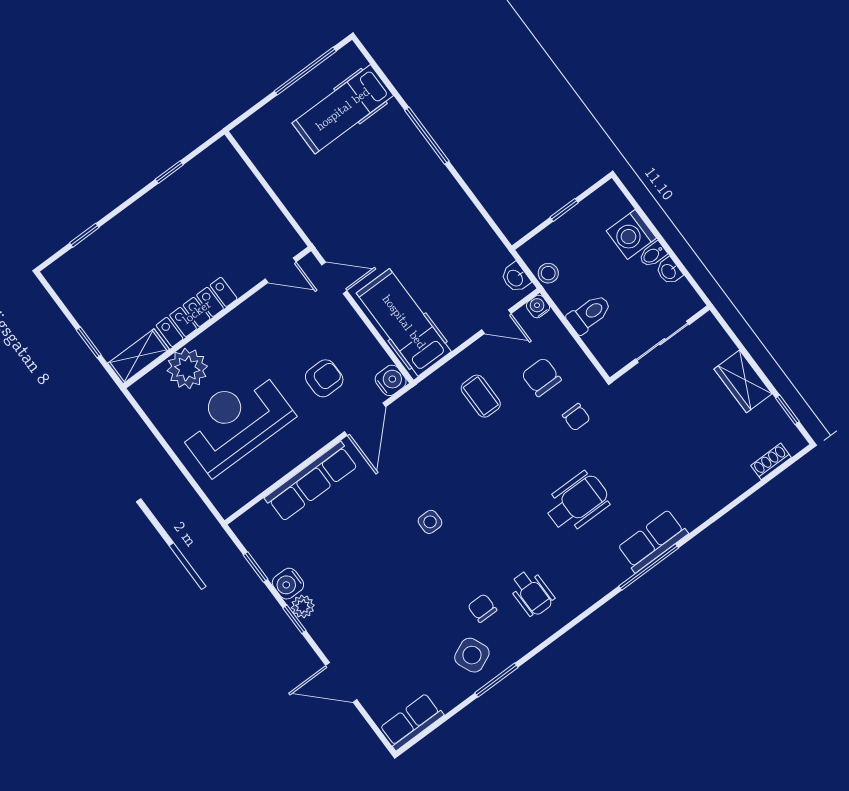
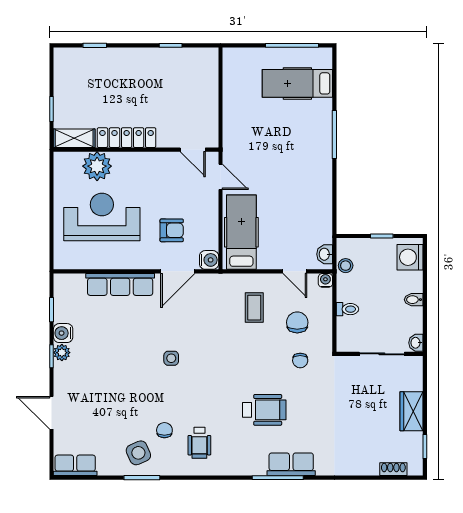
washing machine: (631, 234) -> (410, 257), moved
washbasin: (669, 271) -> (416, 343), moved
toilet: (589, 314) -> (347, 309), width x0.73, depth x0.72

